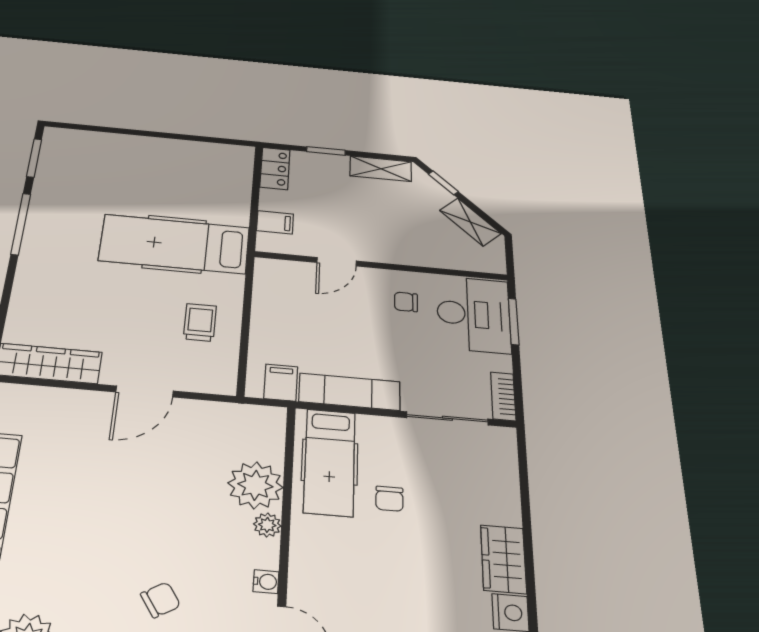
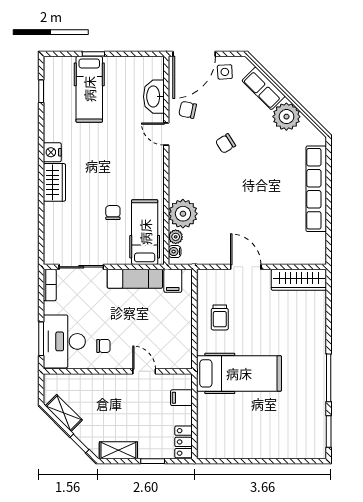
door: (337, 262) -> (144, 371), hinge flipped
door: (145, 391) -> (246, 267), hinge flipped
plant: (267, 525) -> (176, 237), moved
water cooler: (266, 582) -> (175, 252), moved

